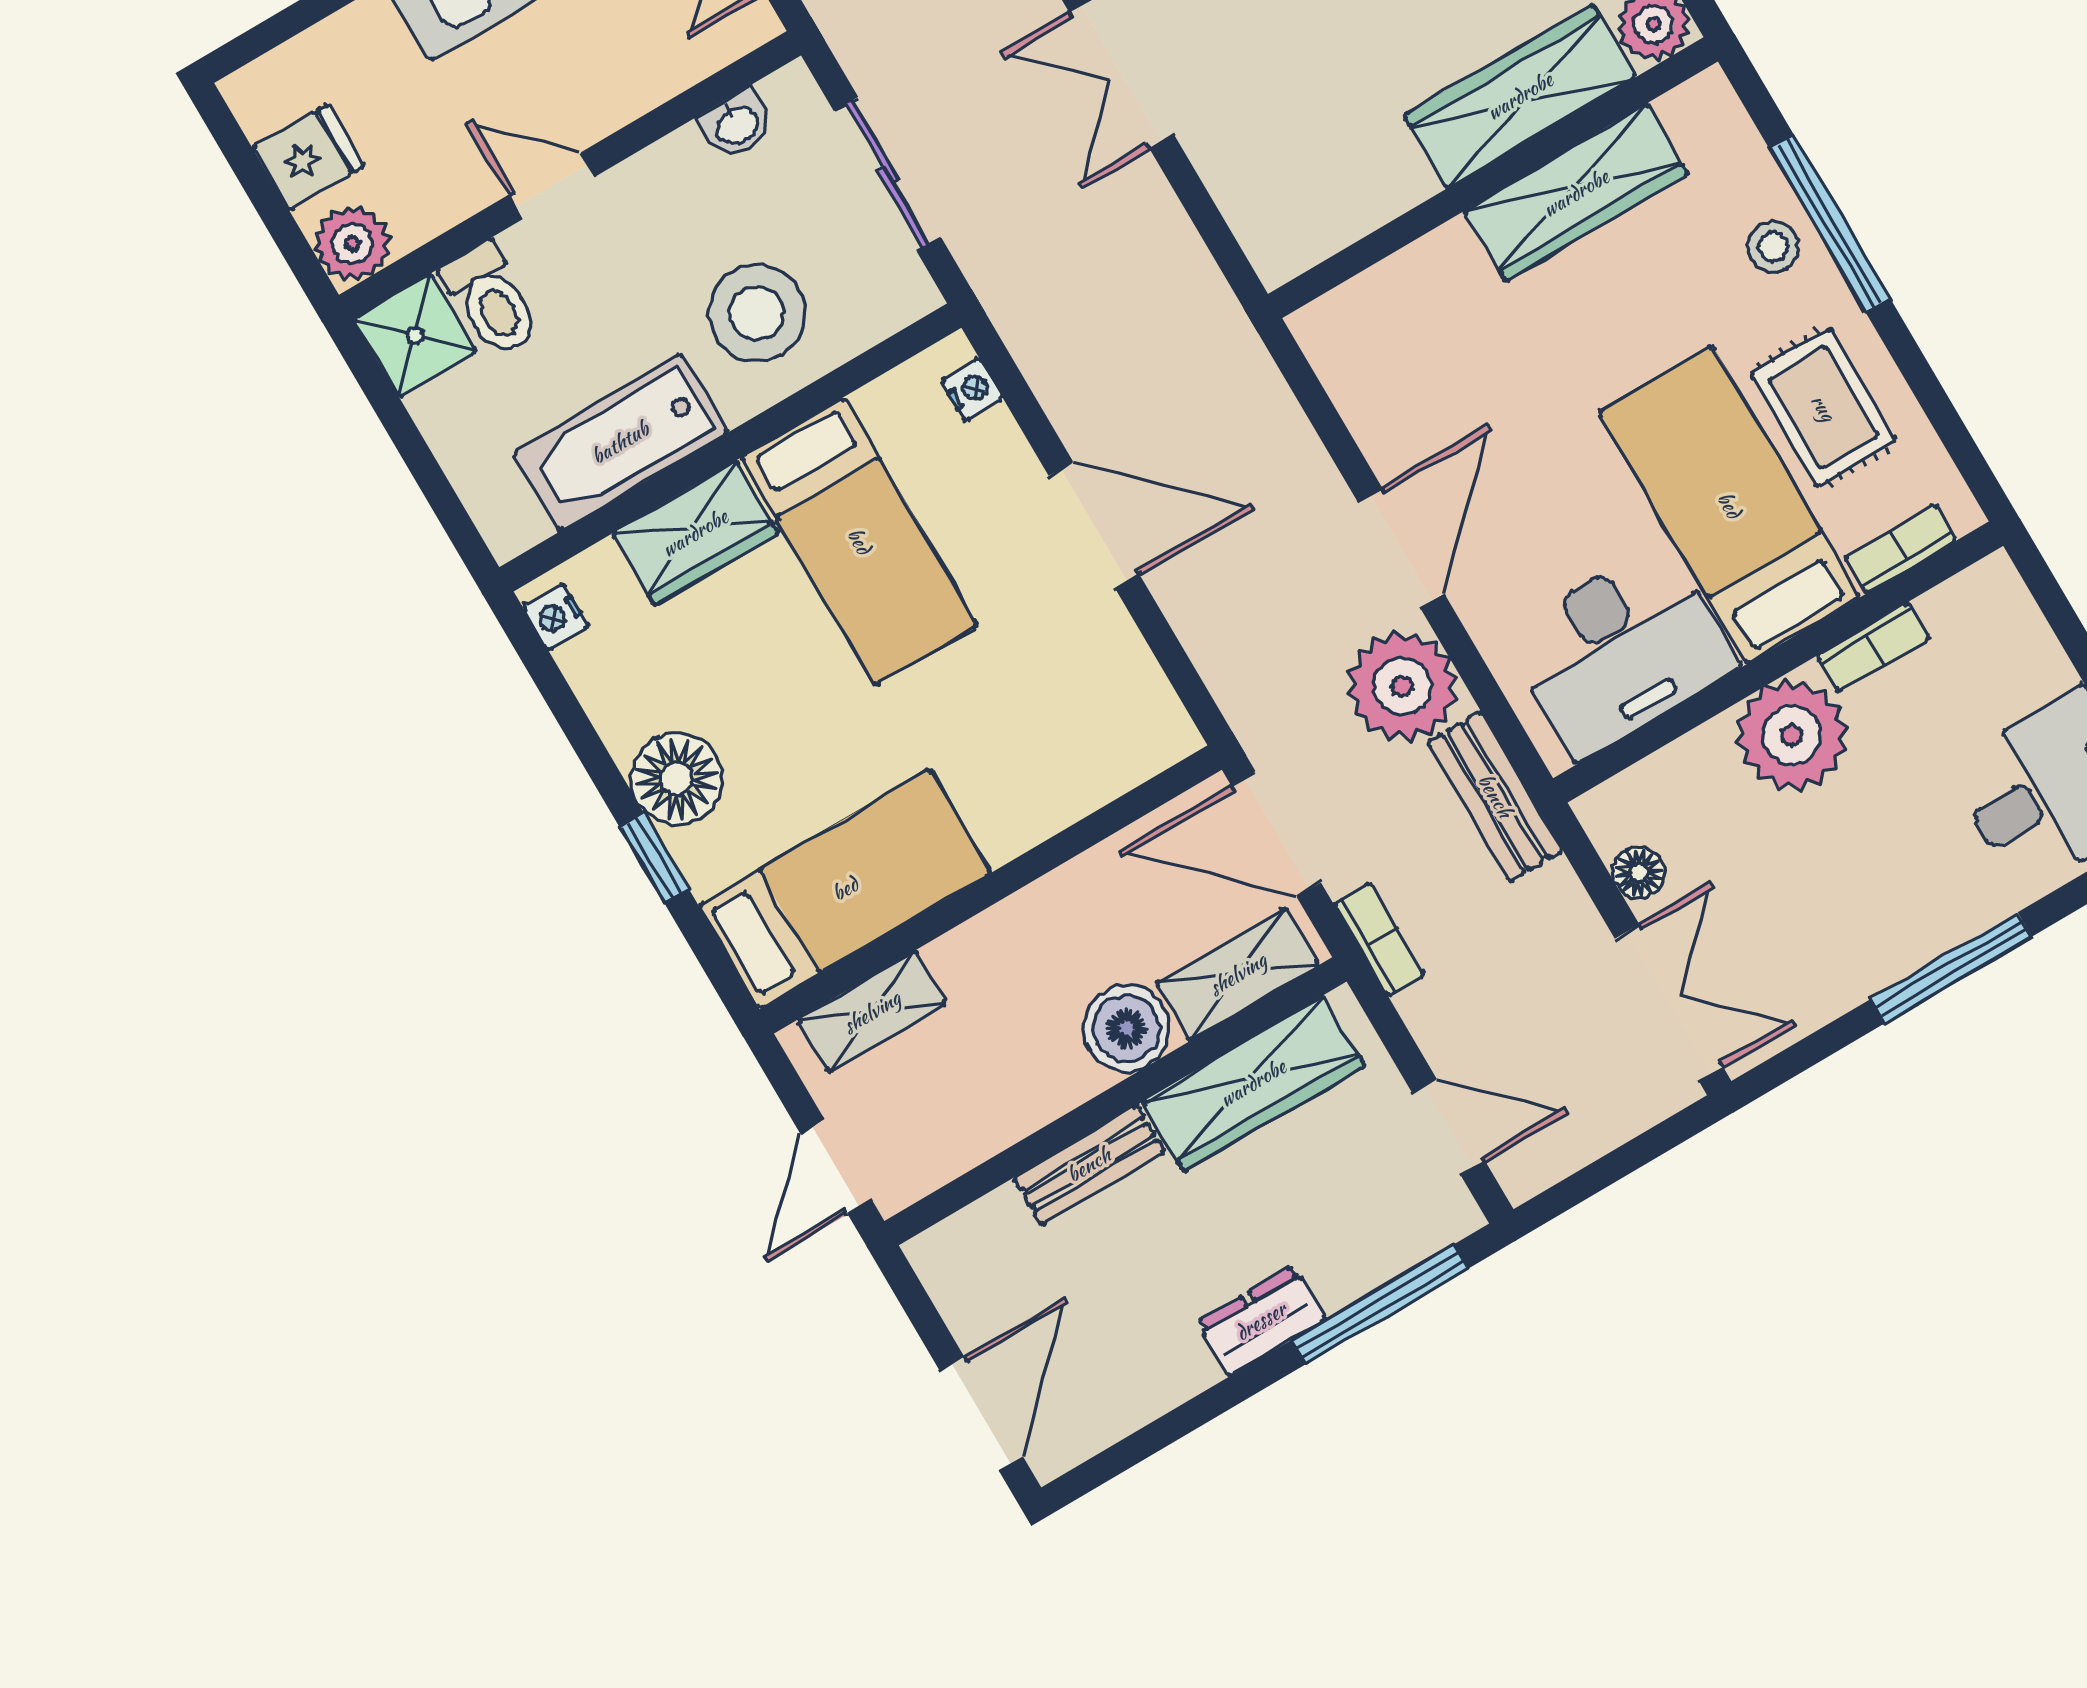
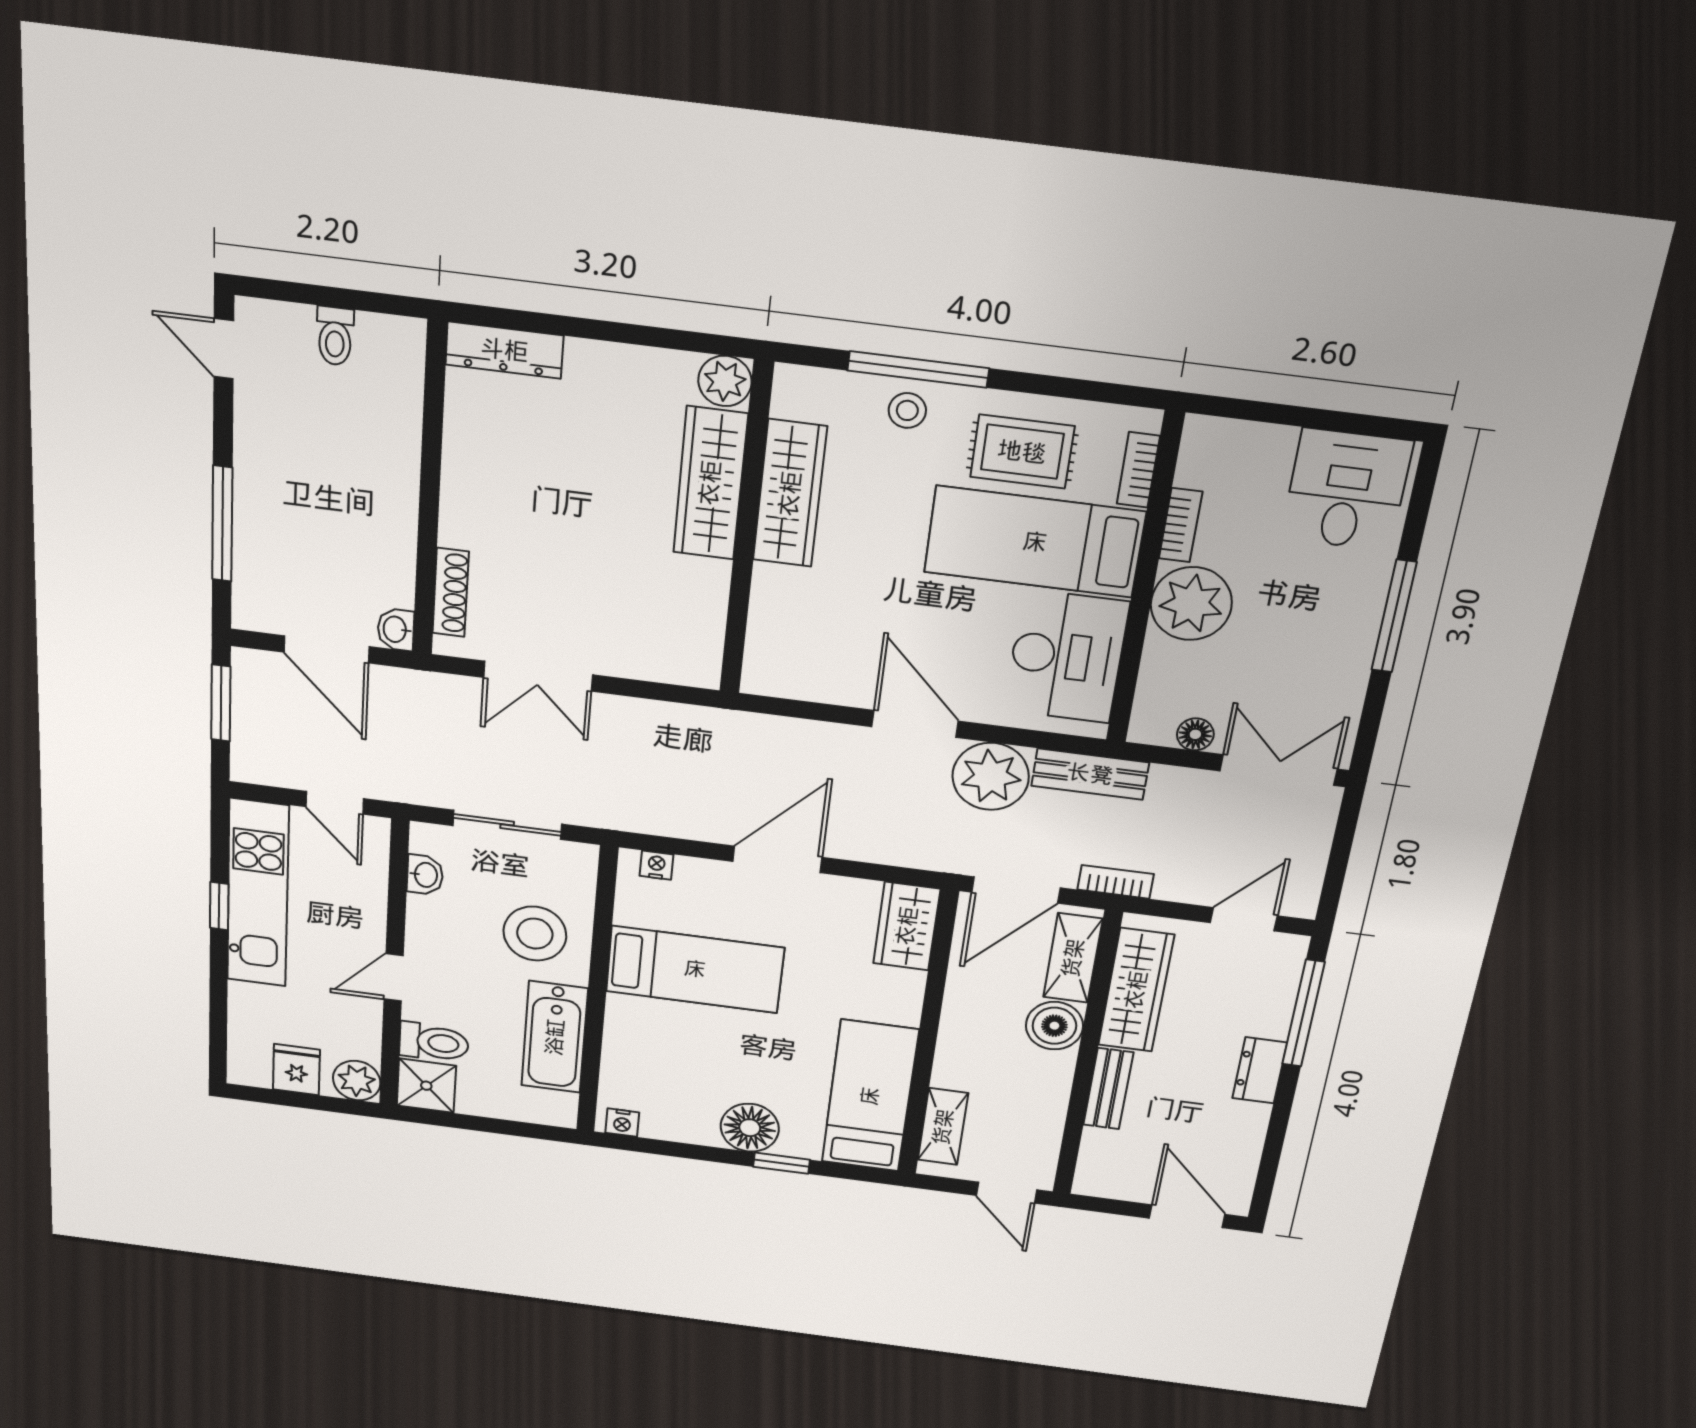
wardrobe: (695, 533) -> (907, 926), moved, turned 180

